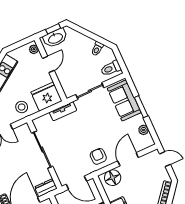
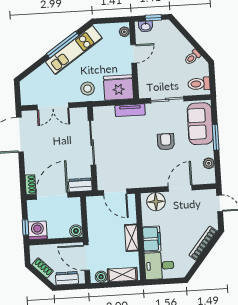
washbasin: (55, 38) -> (146, 26), width x0.52, depth x0.69
armchair: (98, 156) -> (166, 142), moved

